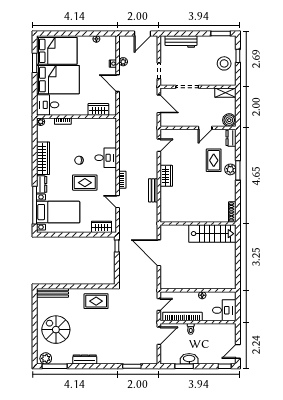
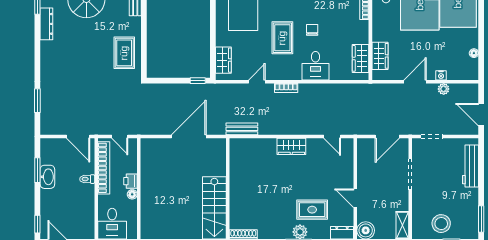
wardrobe: (100, 124) -> (361, 58), added
bench: (153, 190) -> (242, 129), moved
printer: (192, 297) -> (130, 181), added
dresser: (85, 359) -> (46, 24), moved

